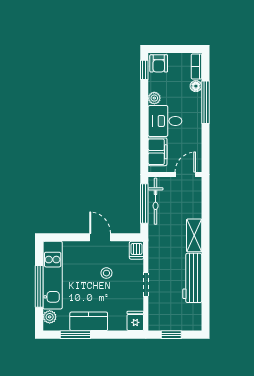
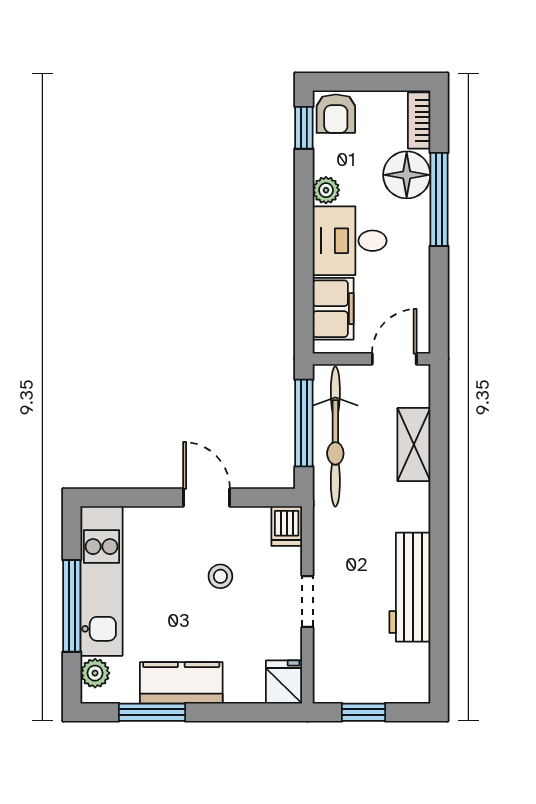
floor lamp: (196, 86) -> (407, 175), width x1.89, depth x1.89
bicycle: (156, 201) -> (335, 437), width x1.37, depth x1.40
shelving: (194, 235) -> (414, 444), moved

